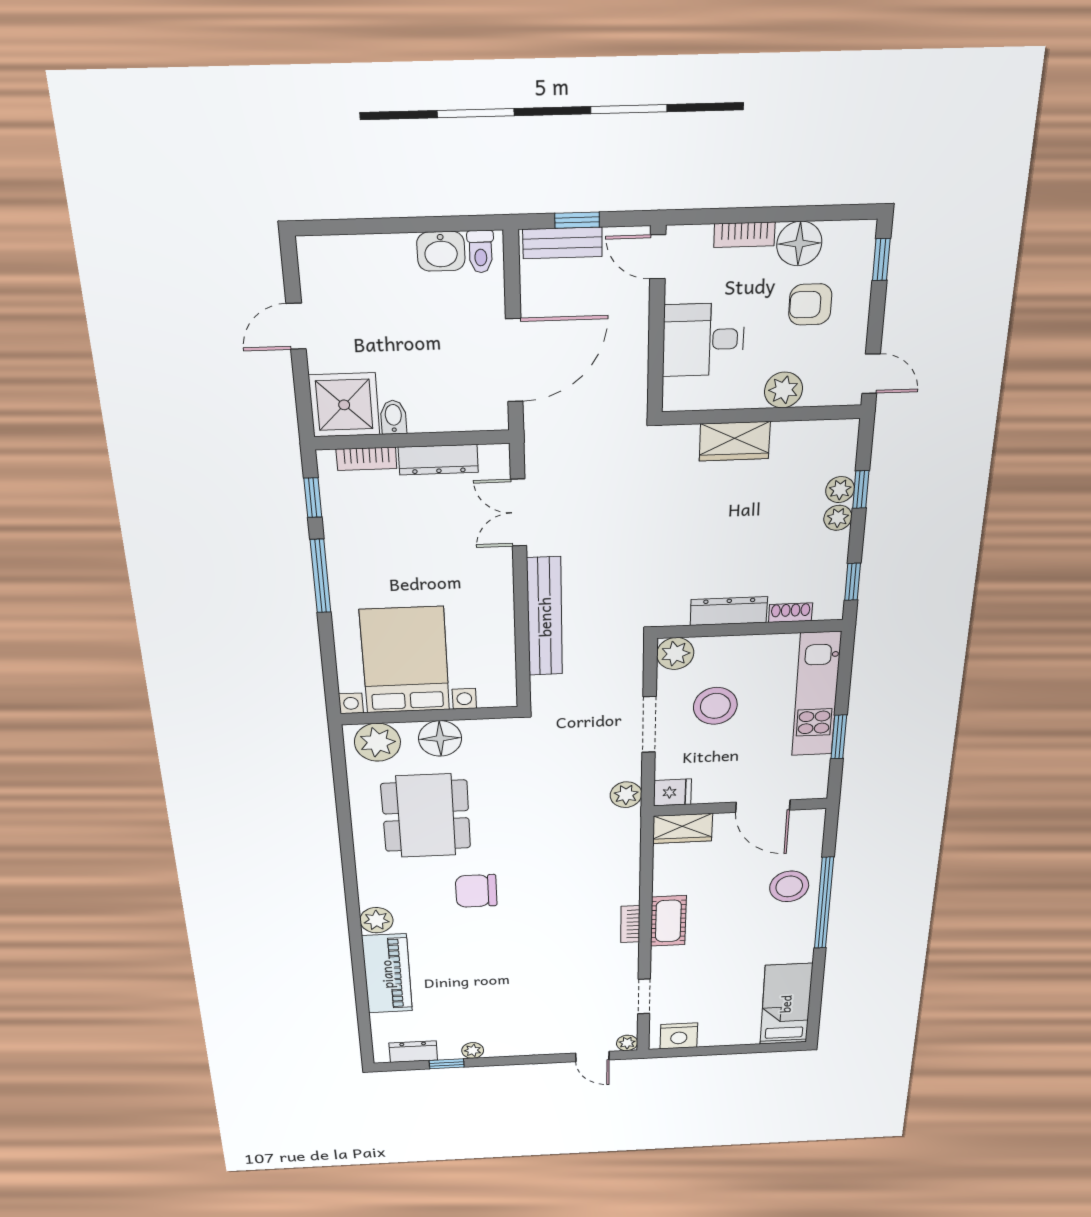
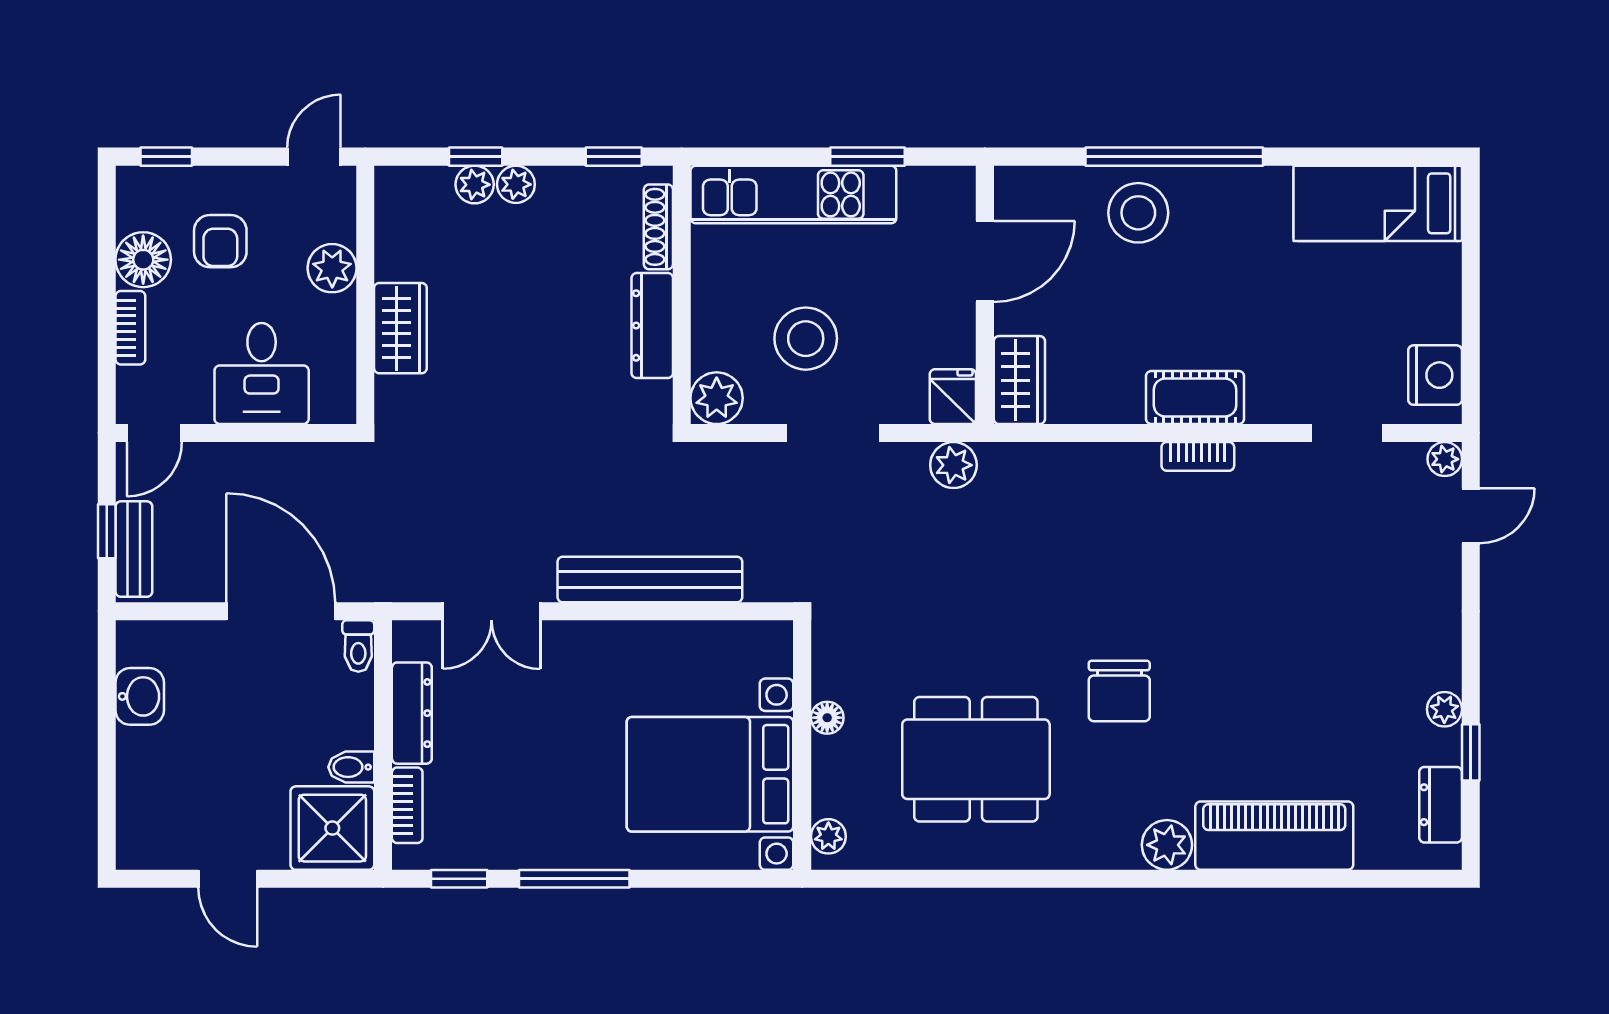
toilet: (481, 252) -> (358, 646), moved, turned 90
shoe rack: (790, 613) -> (658, 227), width x1.43
floor lamp: (440, 738) -> (827, 718), width x0.53, depth x0.53
plant: (377, 742) -> (828, 836), width x0.53, depth x0.53

